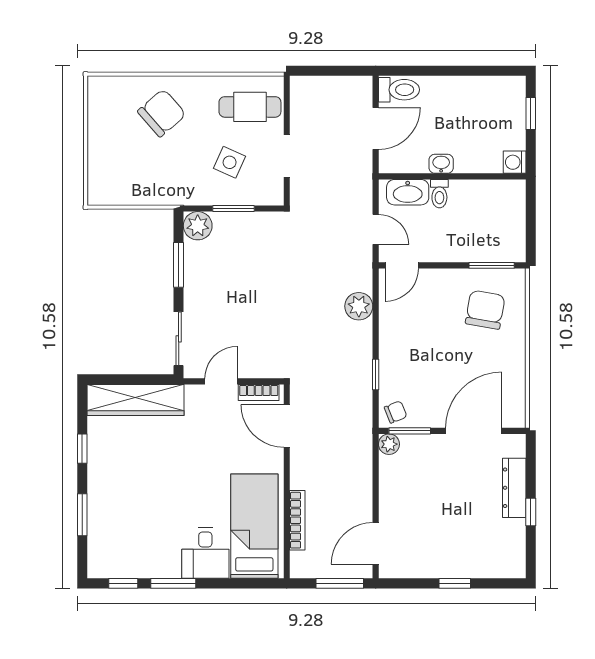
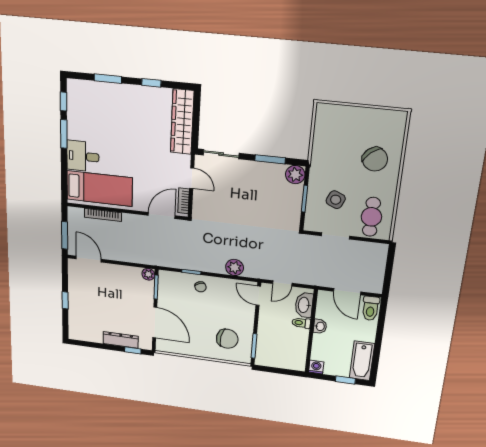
bathtub: (492, 92) -> (362, 361), added
chair: (396, 412) -> (200, 287), moved
window: (531, 512) -> (133, 350), moved

